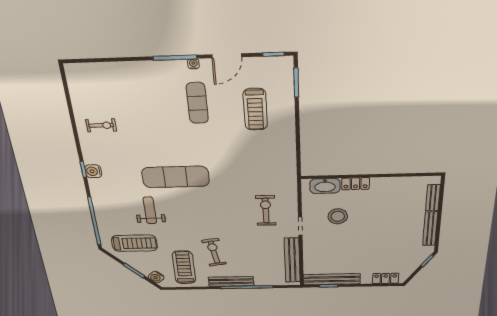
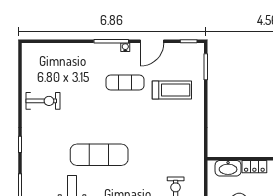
exercise mat: (197, 103) -> (125, 83), turned 90
treadmill: (255, 109) -> (172, 90), turned -90
exercise bike: (101, 125) -> (43, 101), width x1.38, depth x1.39
water cooler: (93, 171) -> (28, 147), removed

